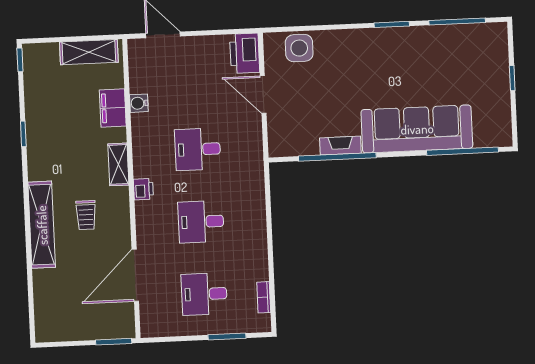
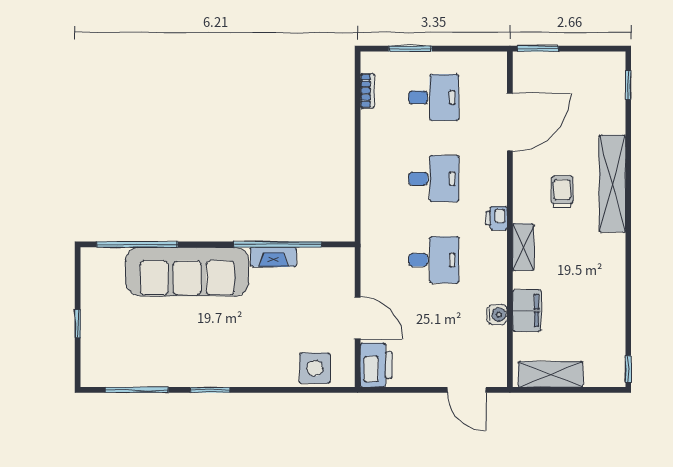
window: (23, 134) -> (628, 85), moved

